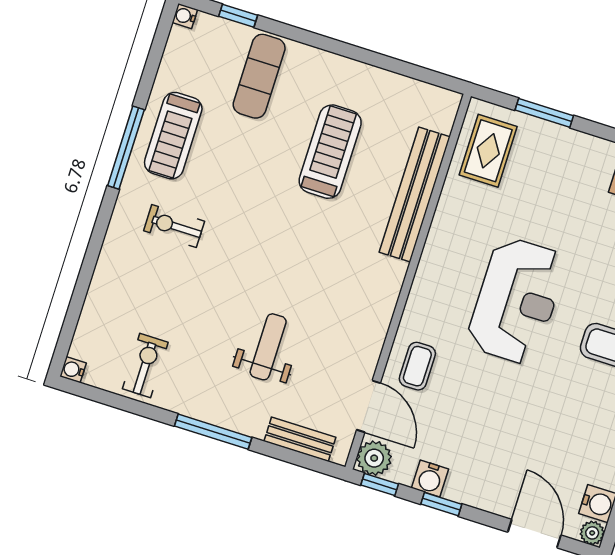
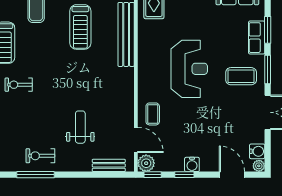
treadmill: (330, 152) -> (80, 27), turned 180
exercise bike: (145, 366) -> (40, 156), moved, turned -90
window: (213, 432) -> (36, 175), moved
water cooler: (430, 478) -> (192, 164), moved

